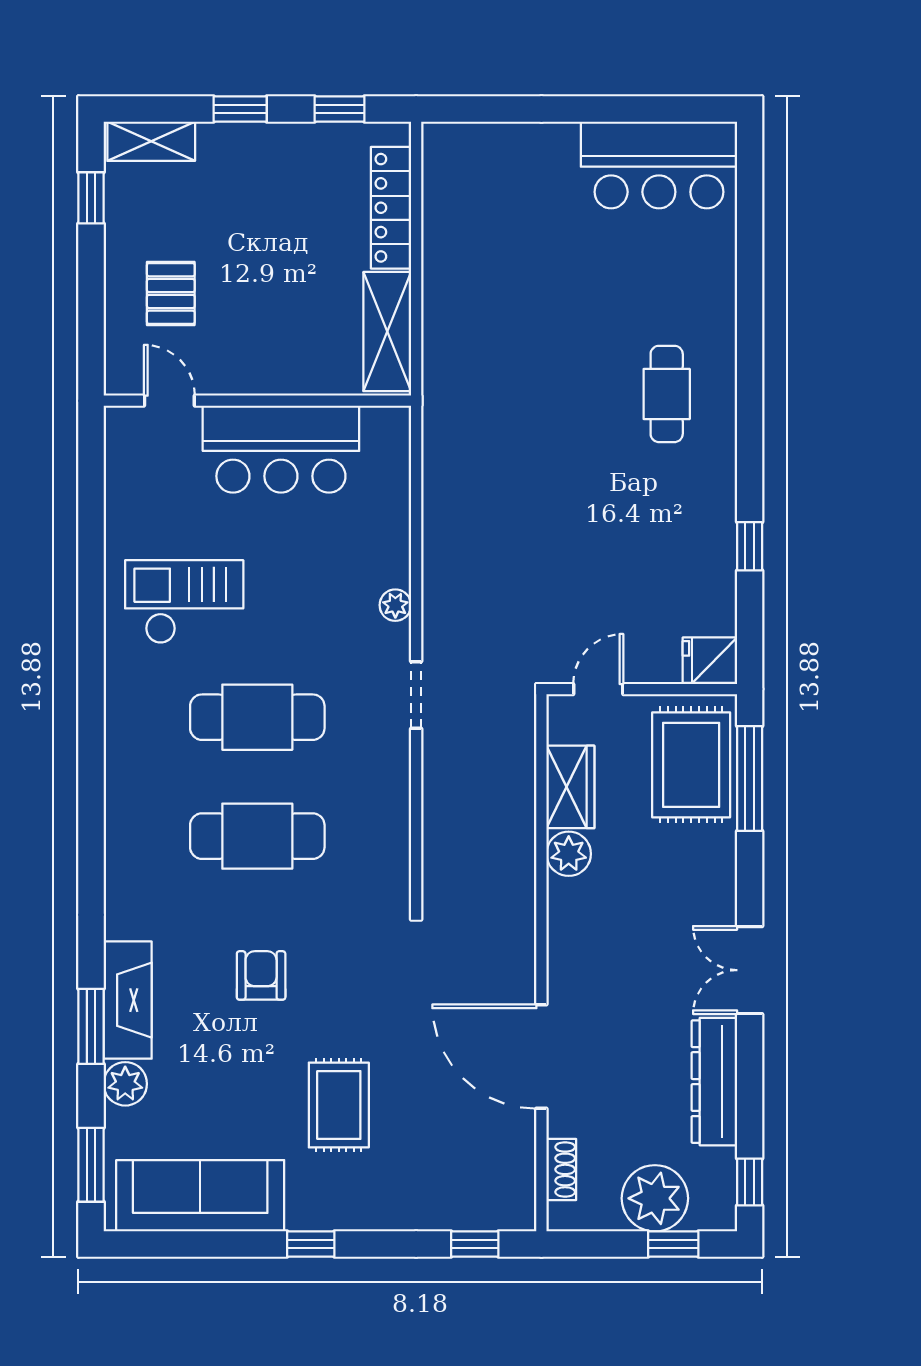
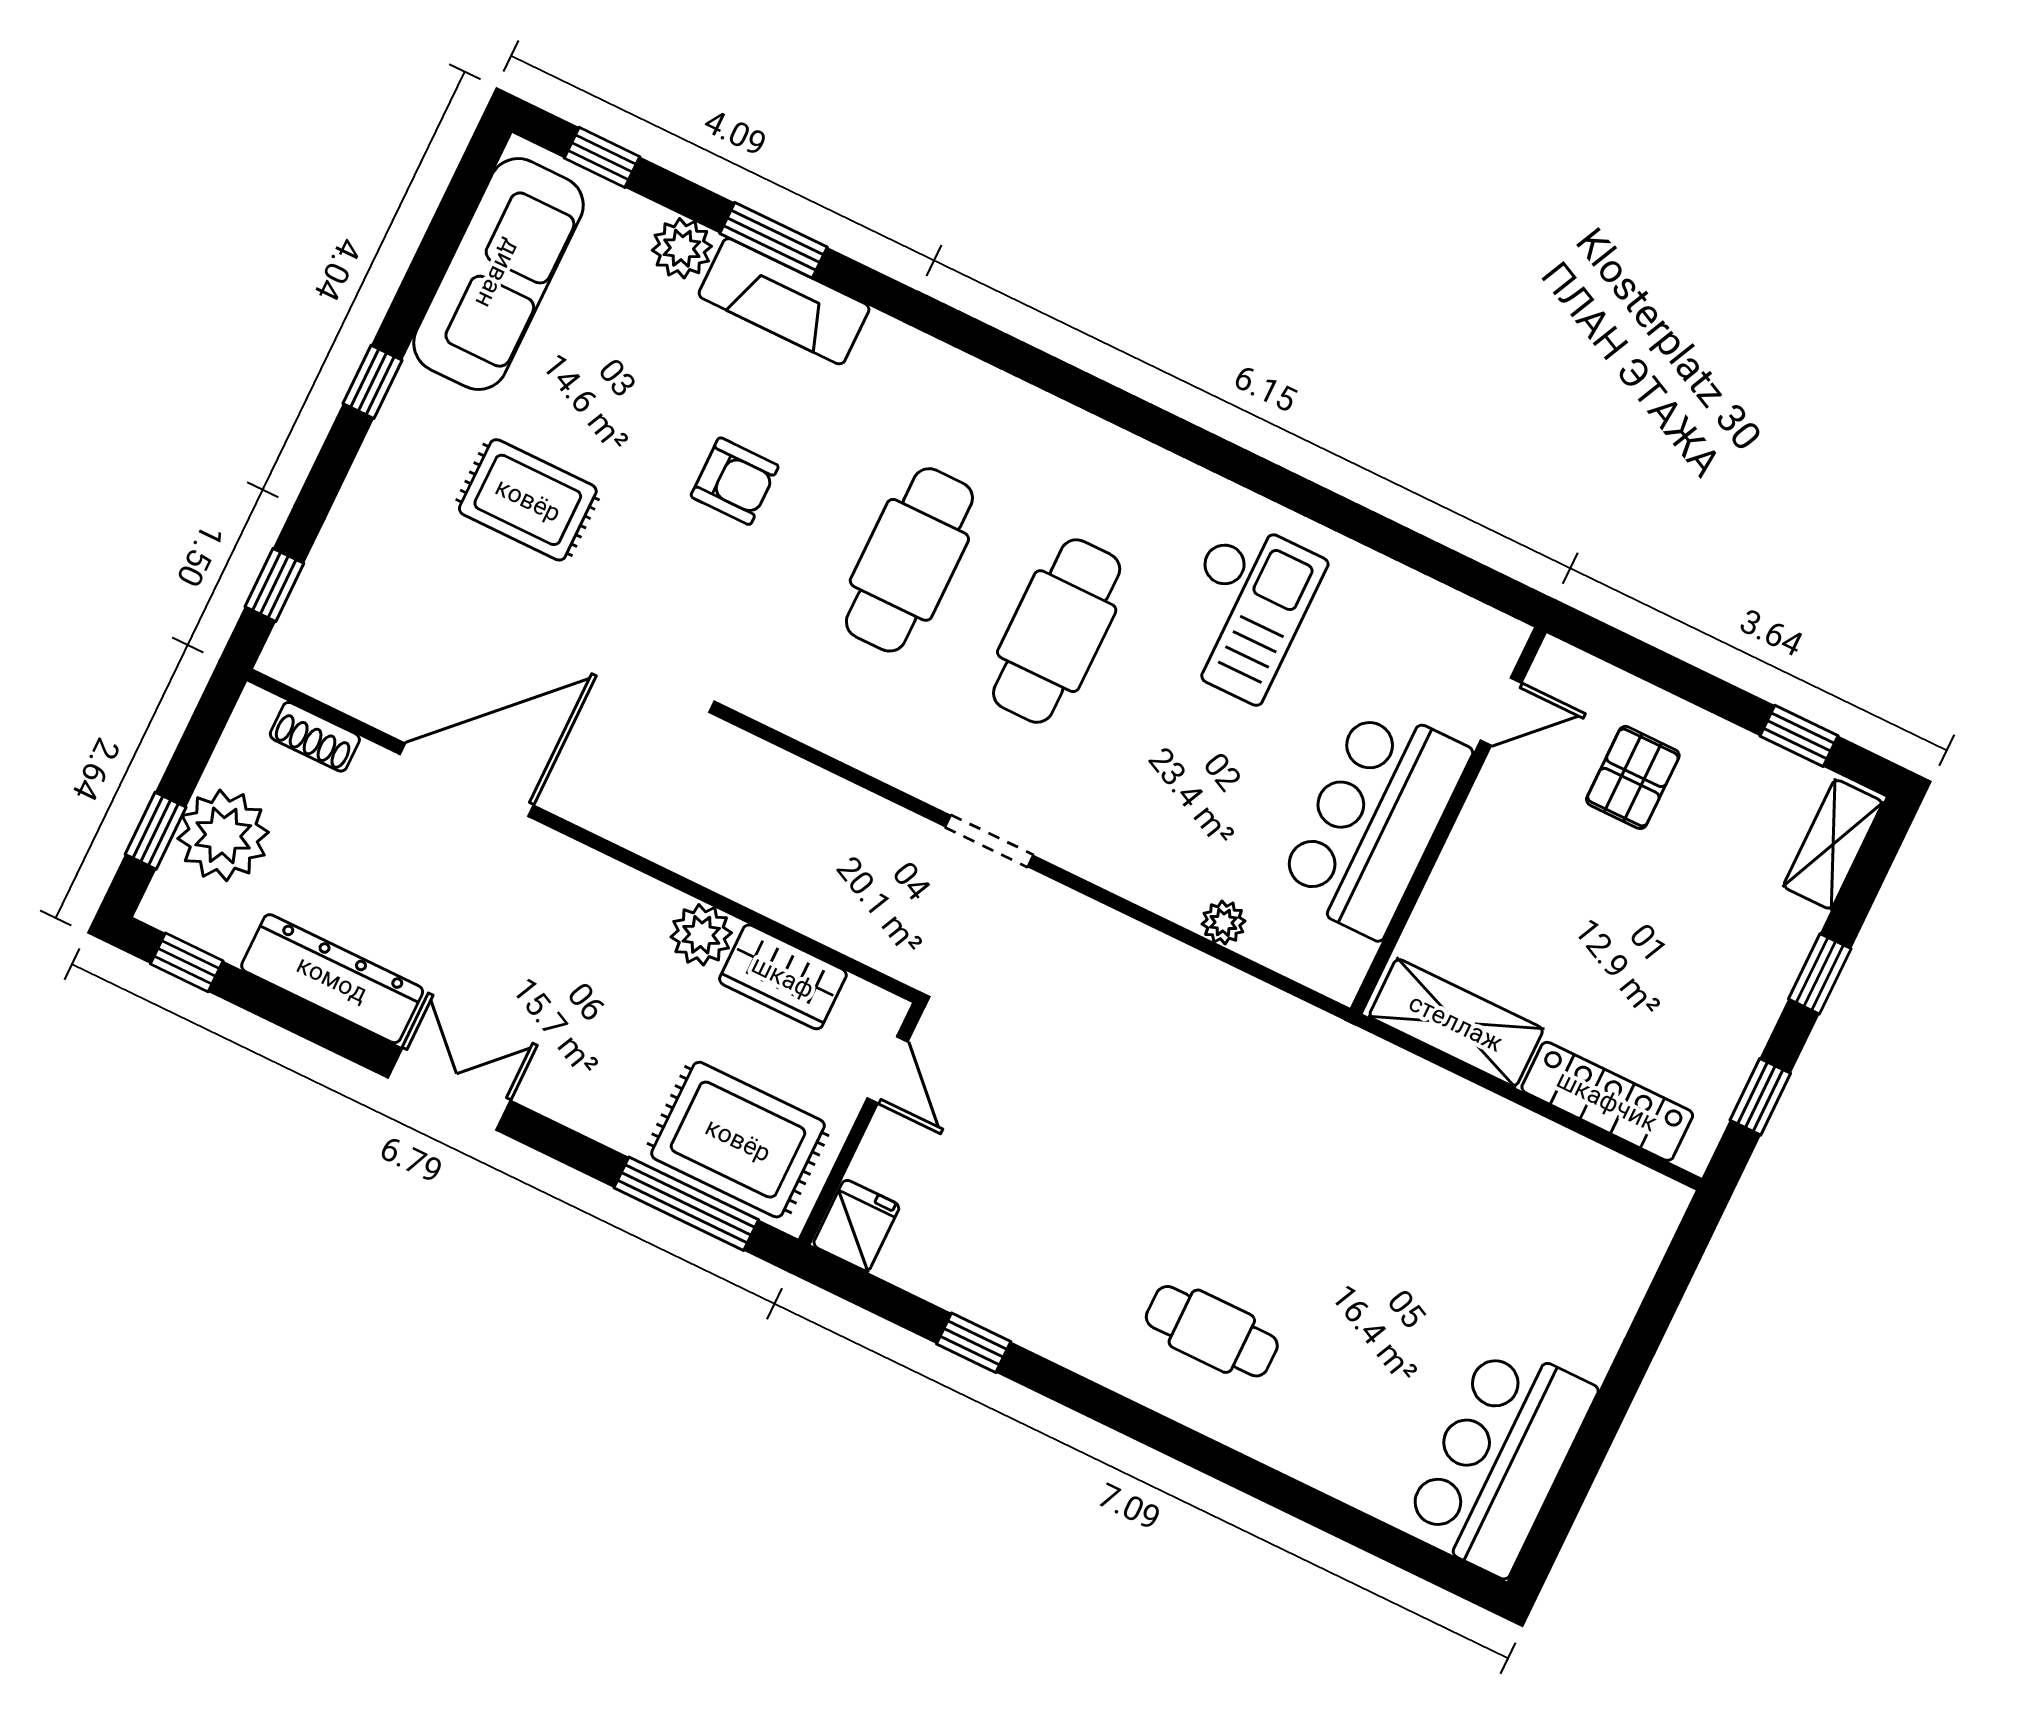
pallet: (171, 294) -> (1633, 777), turned 90
plant: (395, 605) -> (1223, 922), moved
window: (91, 1165) -> (602, 157), width x0.67

